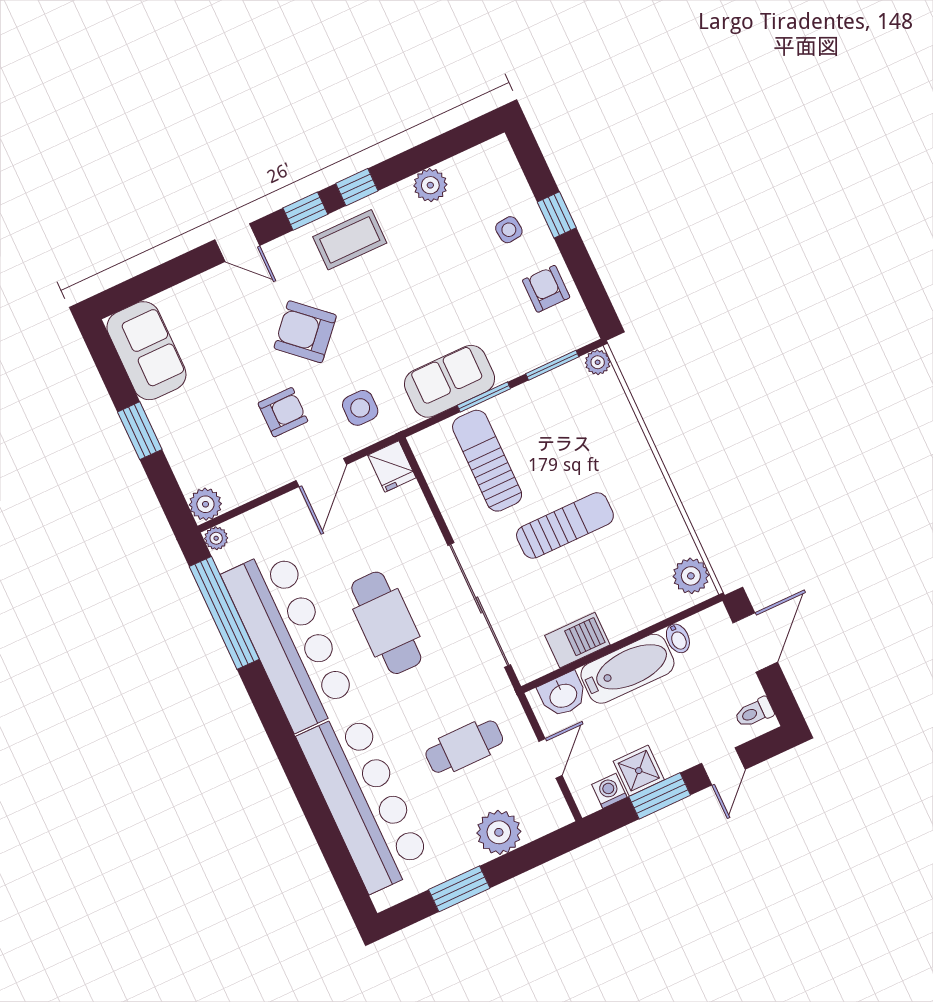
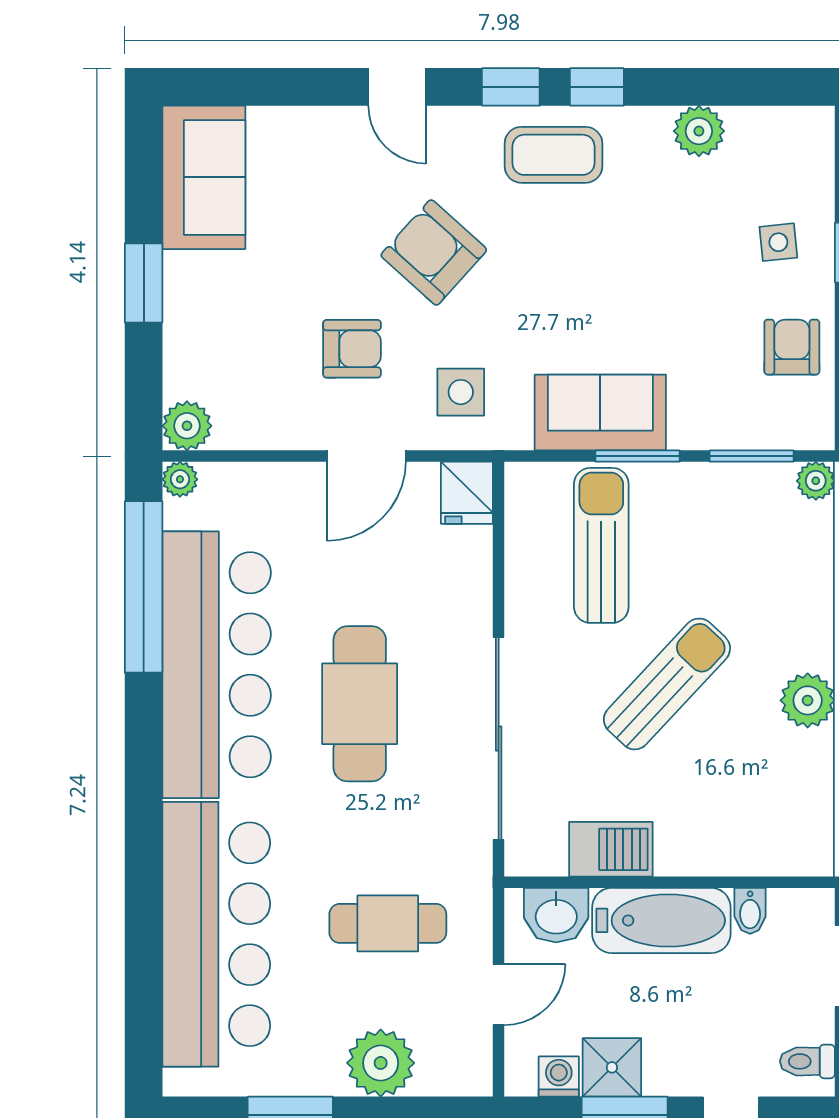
sun lounger: (565, 525) -> (667, 684), turned -47
plant: (691, 576) -> (808, 700), moved

